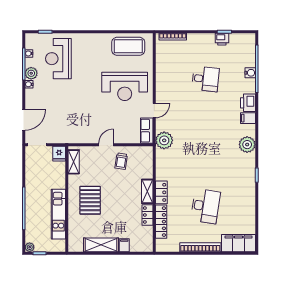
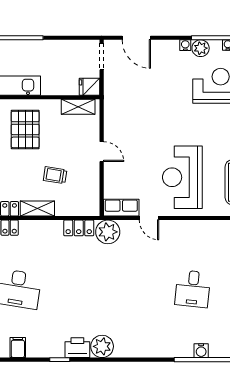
printer: (248, 103) -> (77, 348), moved
filing cabinet: (248, 118) -> (18, 347), moved
trolley: (121, 161) -> (55, 175), moved
locker: (161, 192) -> (79, 228), moved
pallet: (90, 200) -> (25, 129), turned 90

